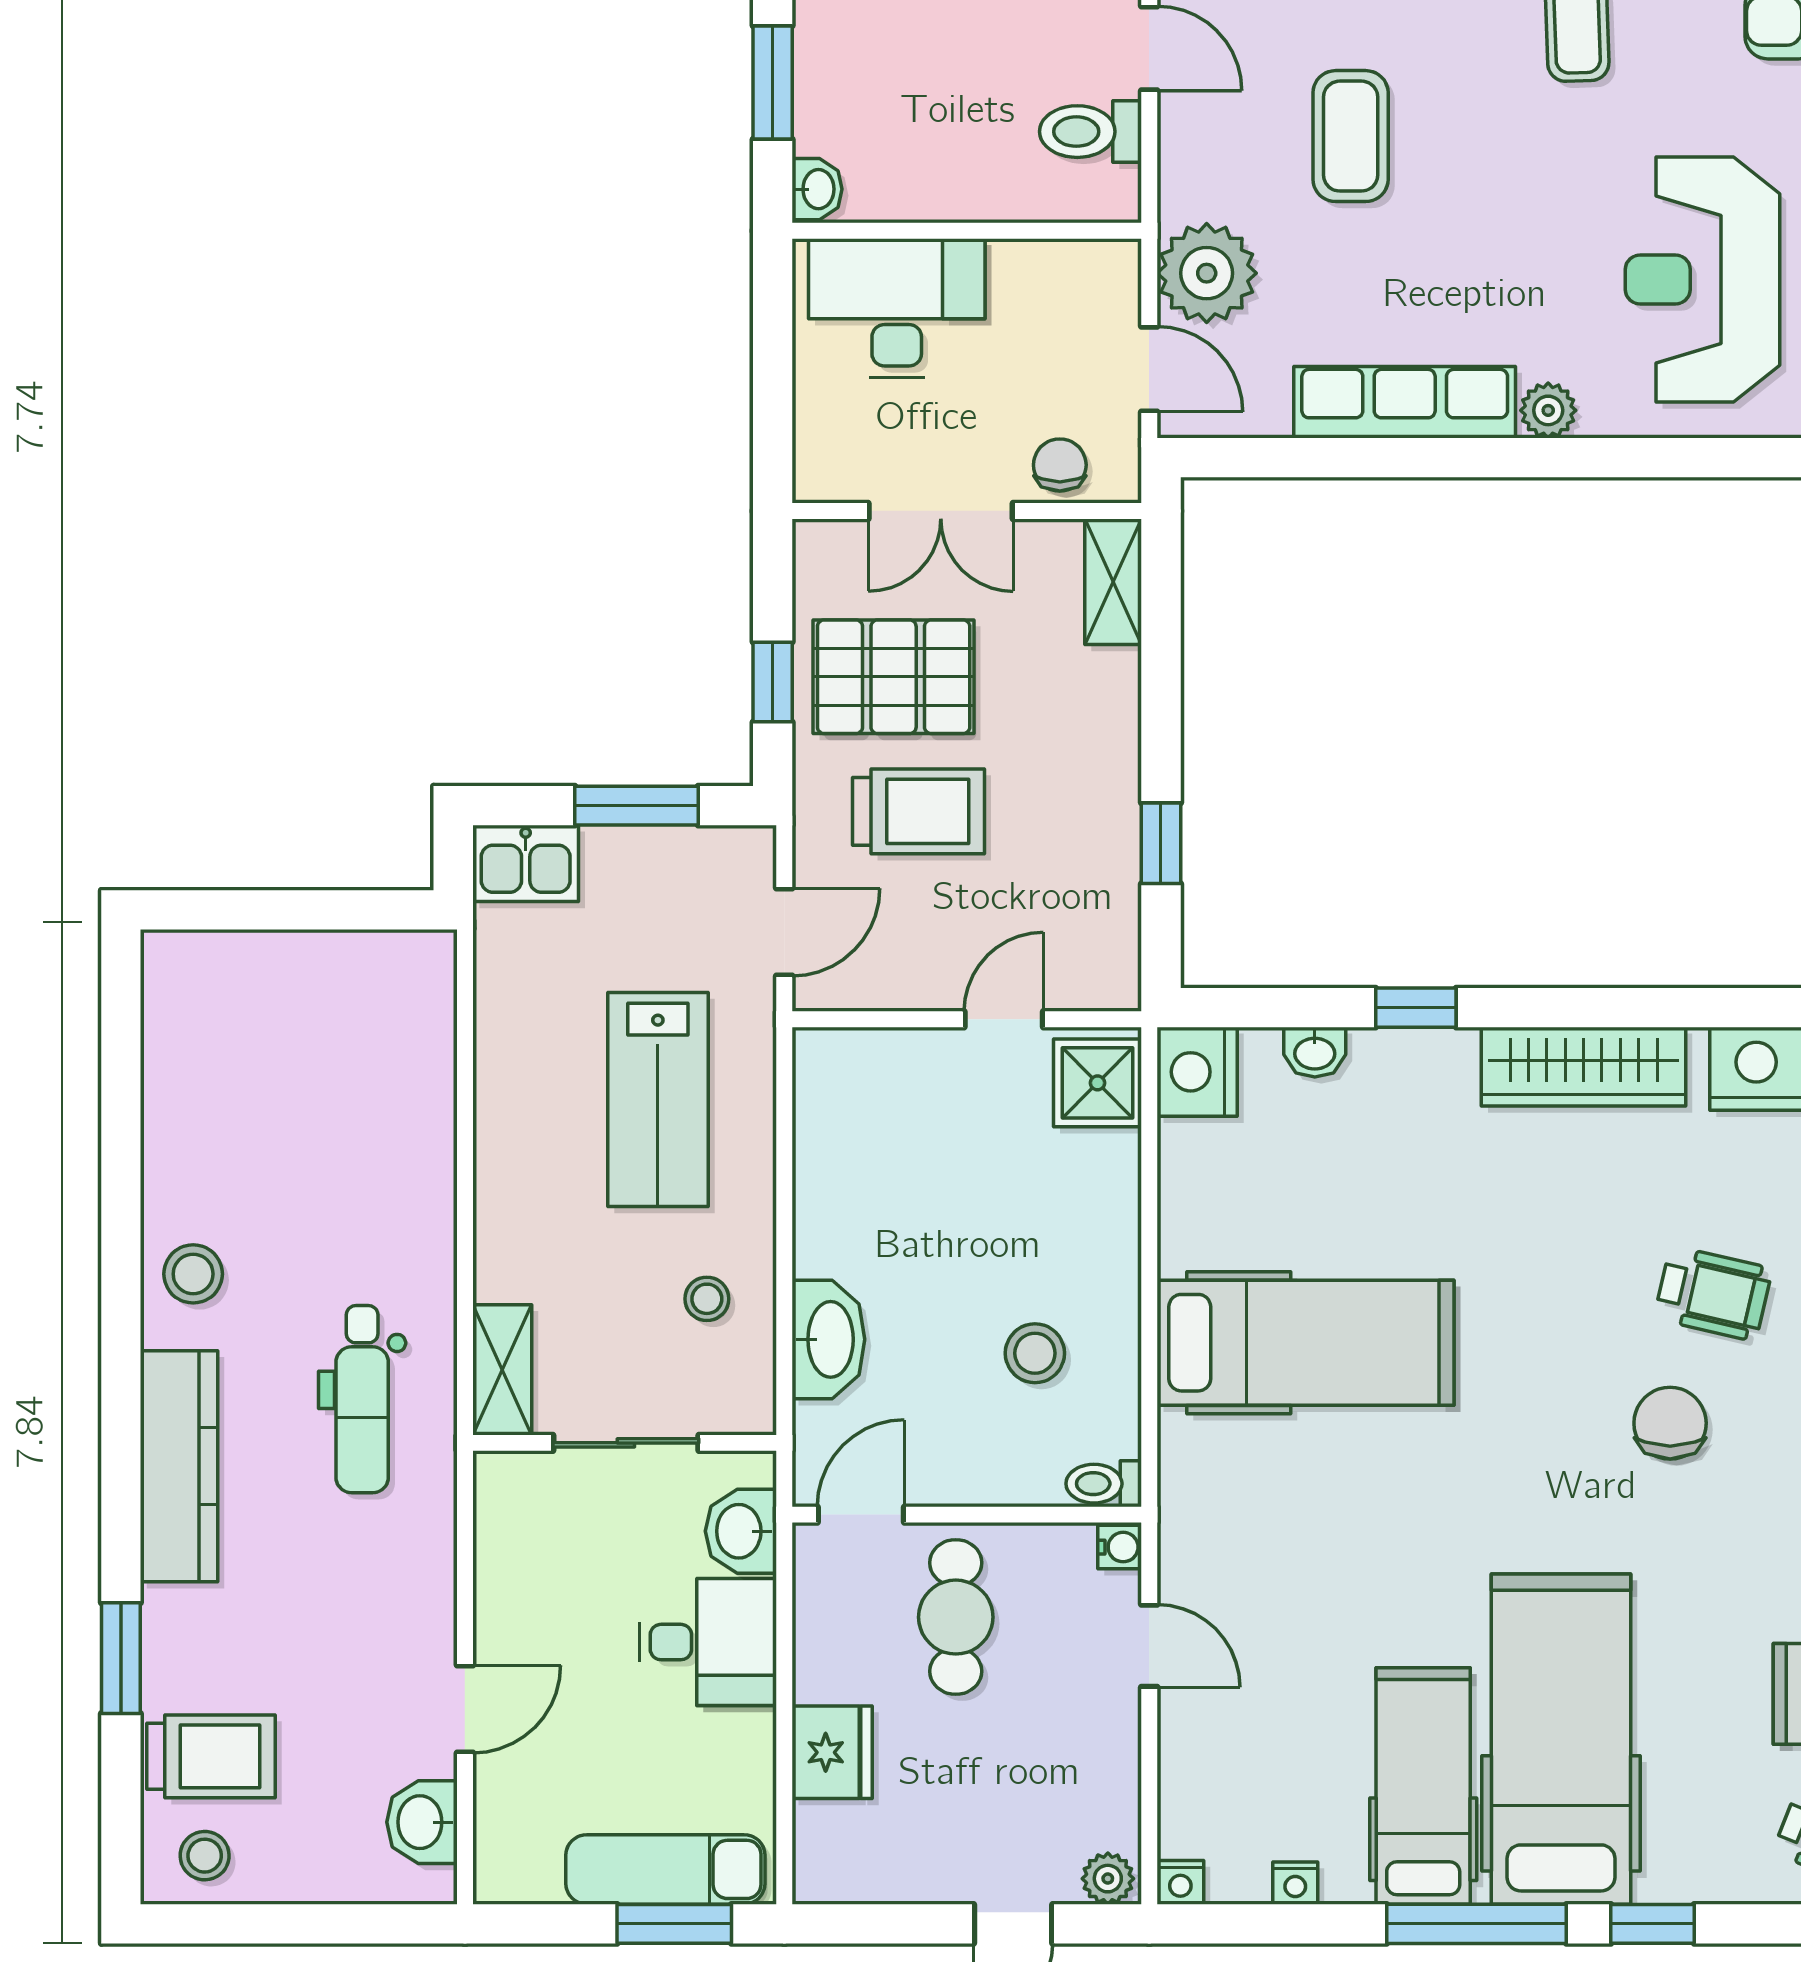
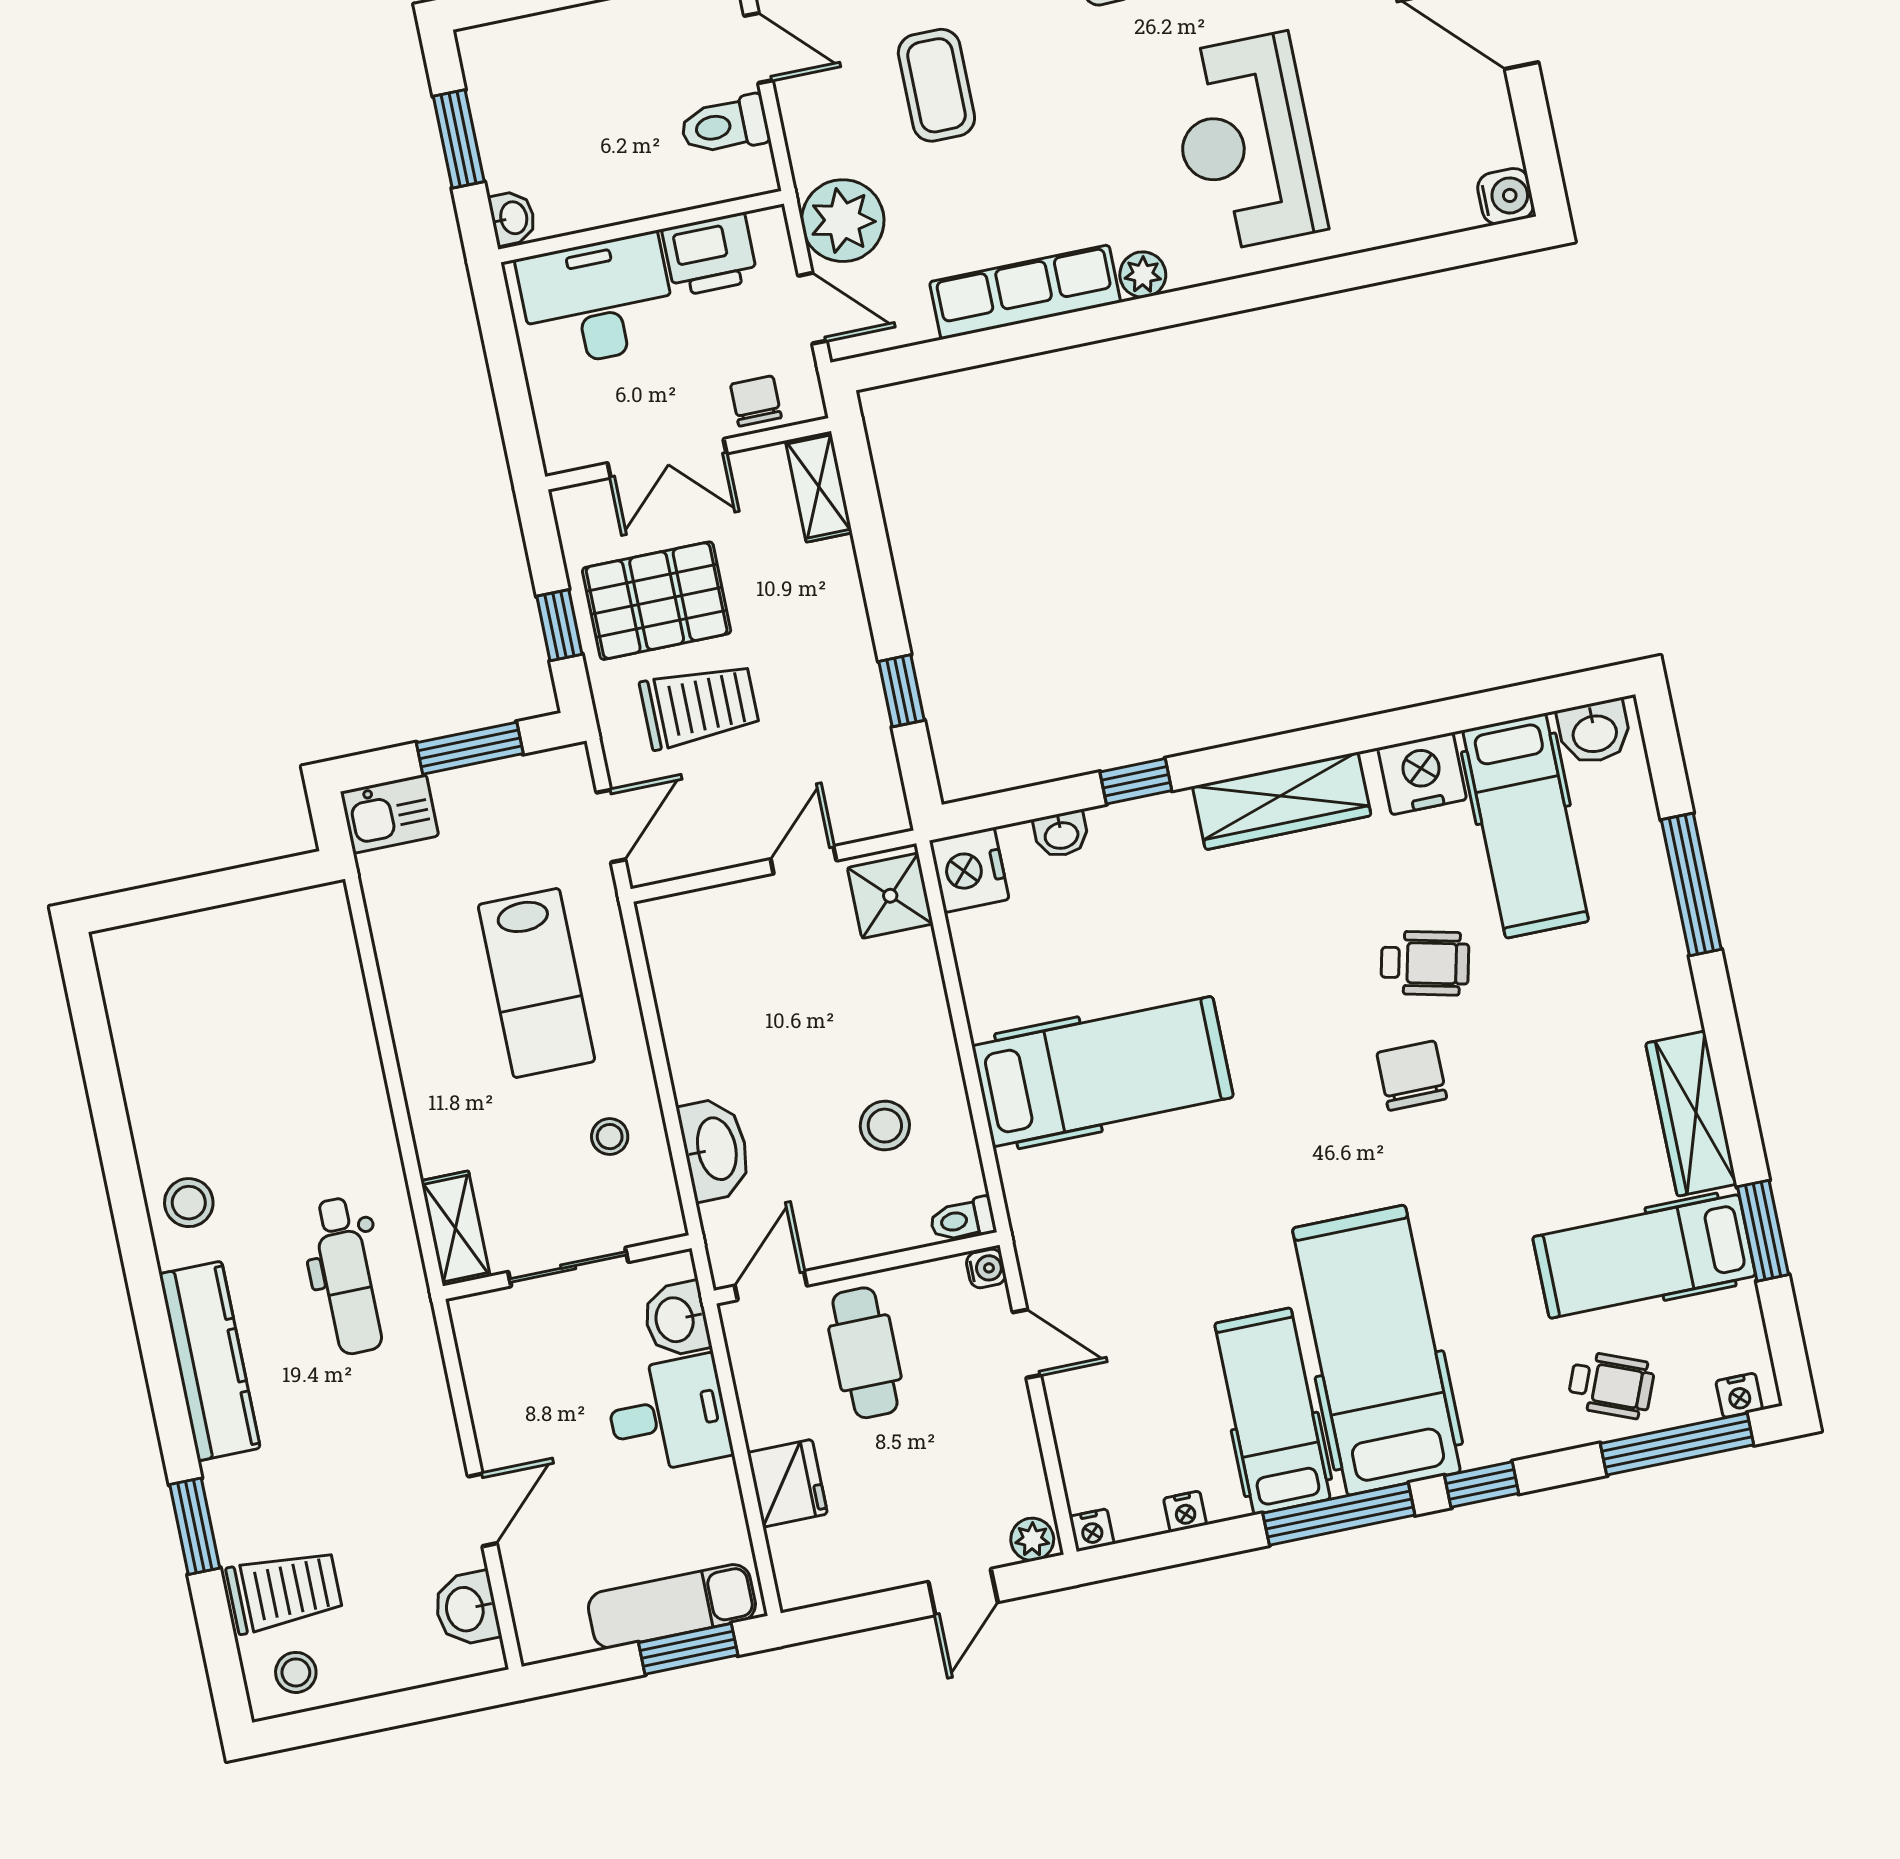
printer: (1041, 281) -> (710, 255), added

